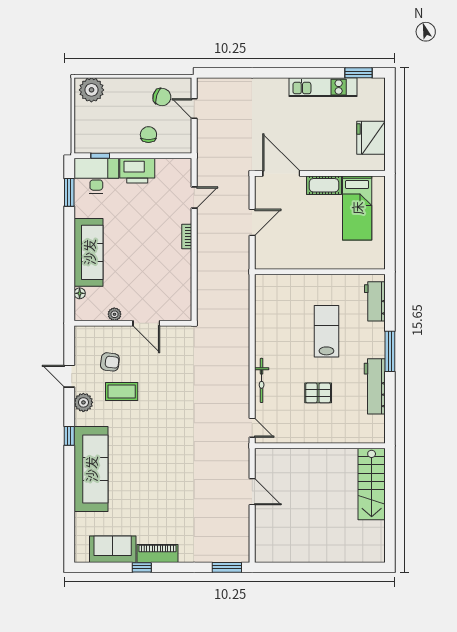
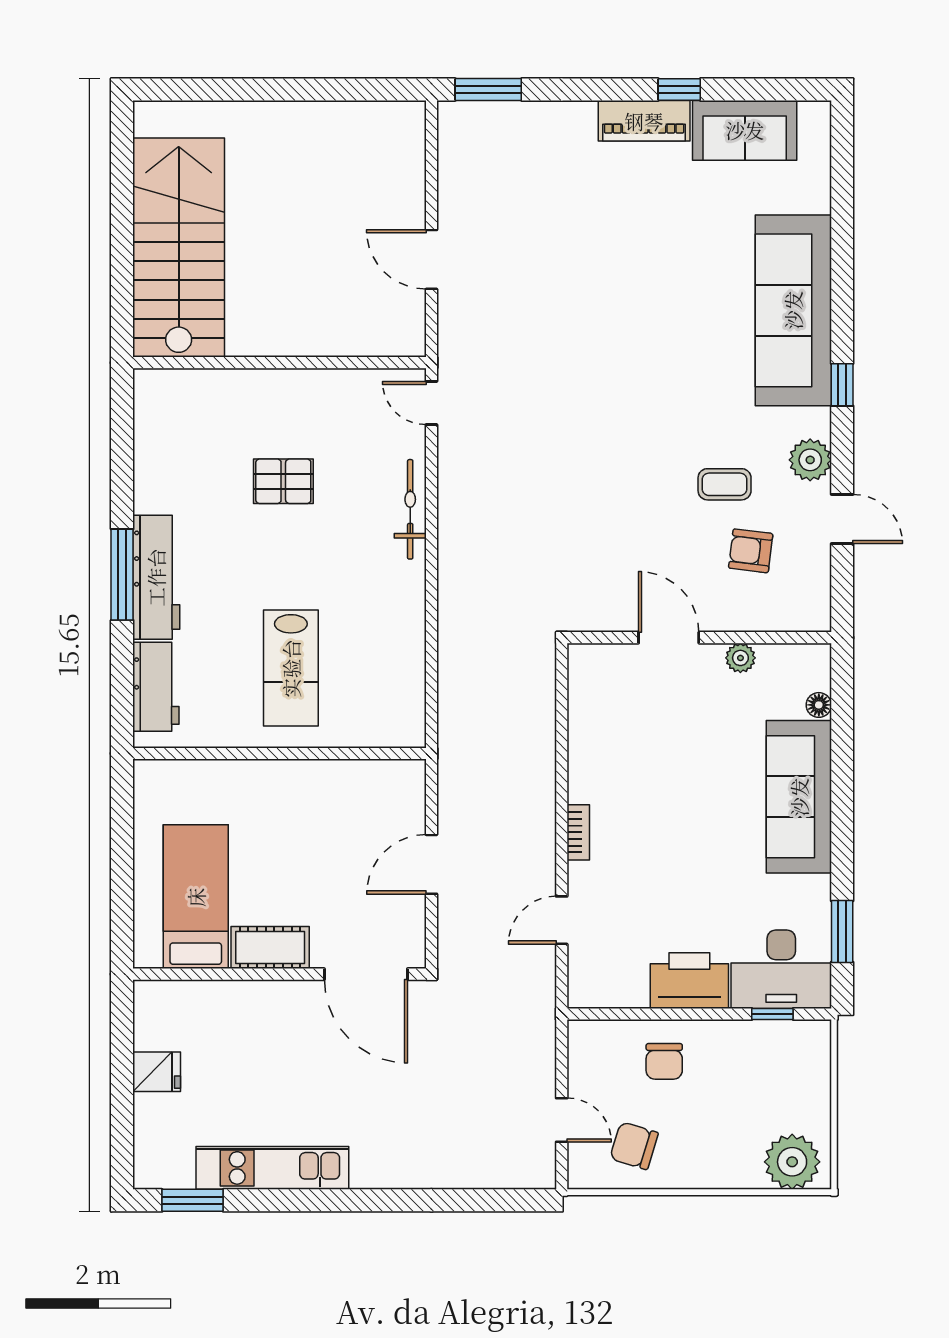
fridge: (371, 138) -> (157, 1072), width x0.53, depth x0.75
lab bench: (326, 331) -> (291, 668), moved
workbench: (375, 386) -> (156, 577), moved
coffee table: (122, 392) -> (725, 484), width x0.73, depth x0.77
stairs: (372, 484) -> (179, 248), width x1.36, depth x1.51

